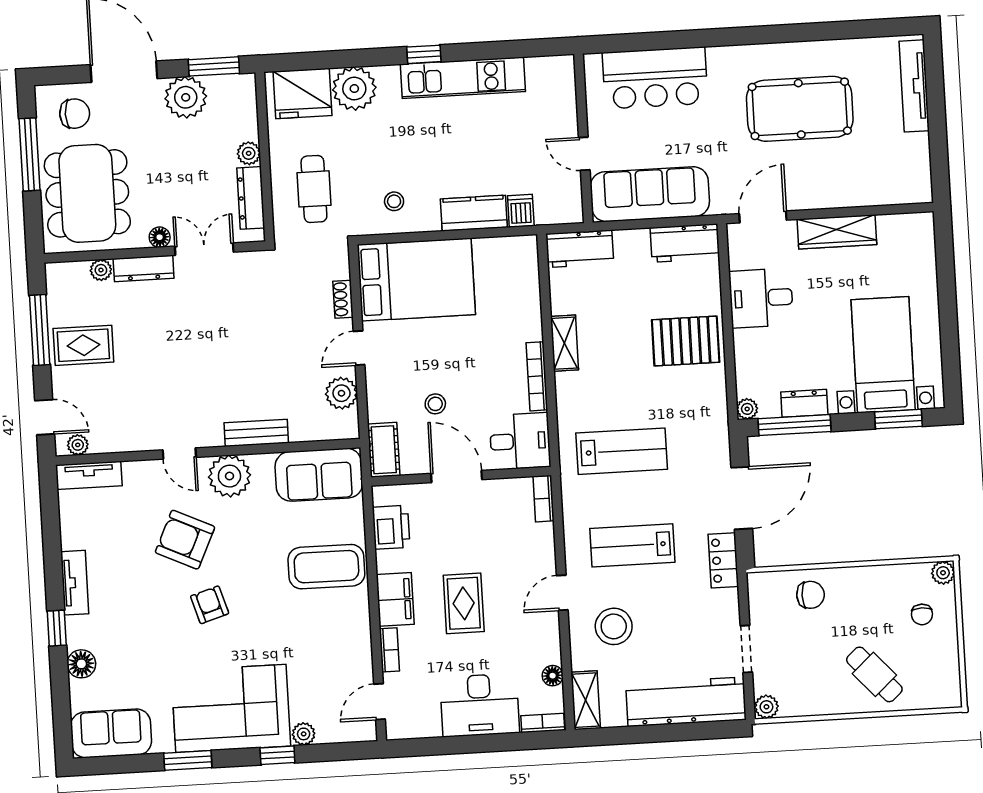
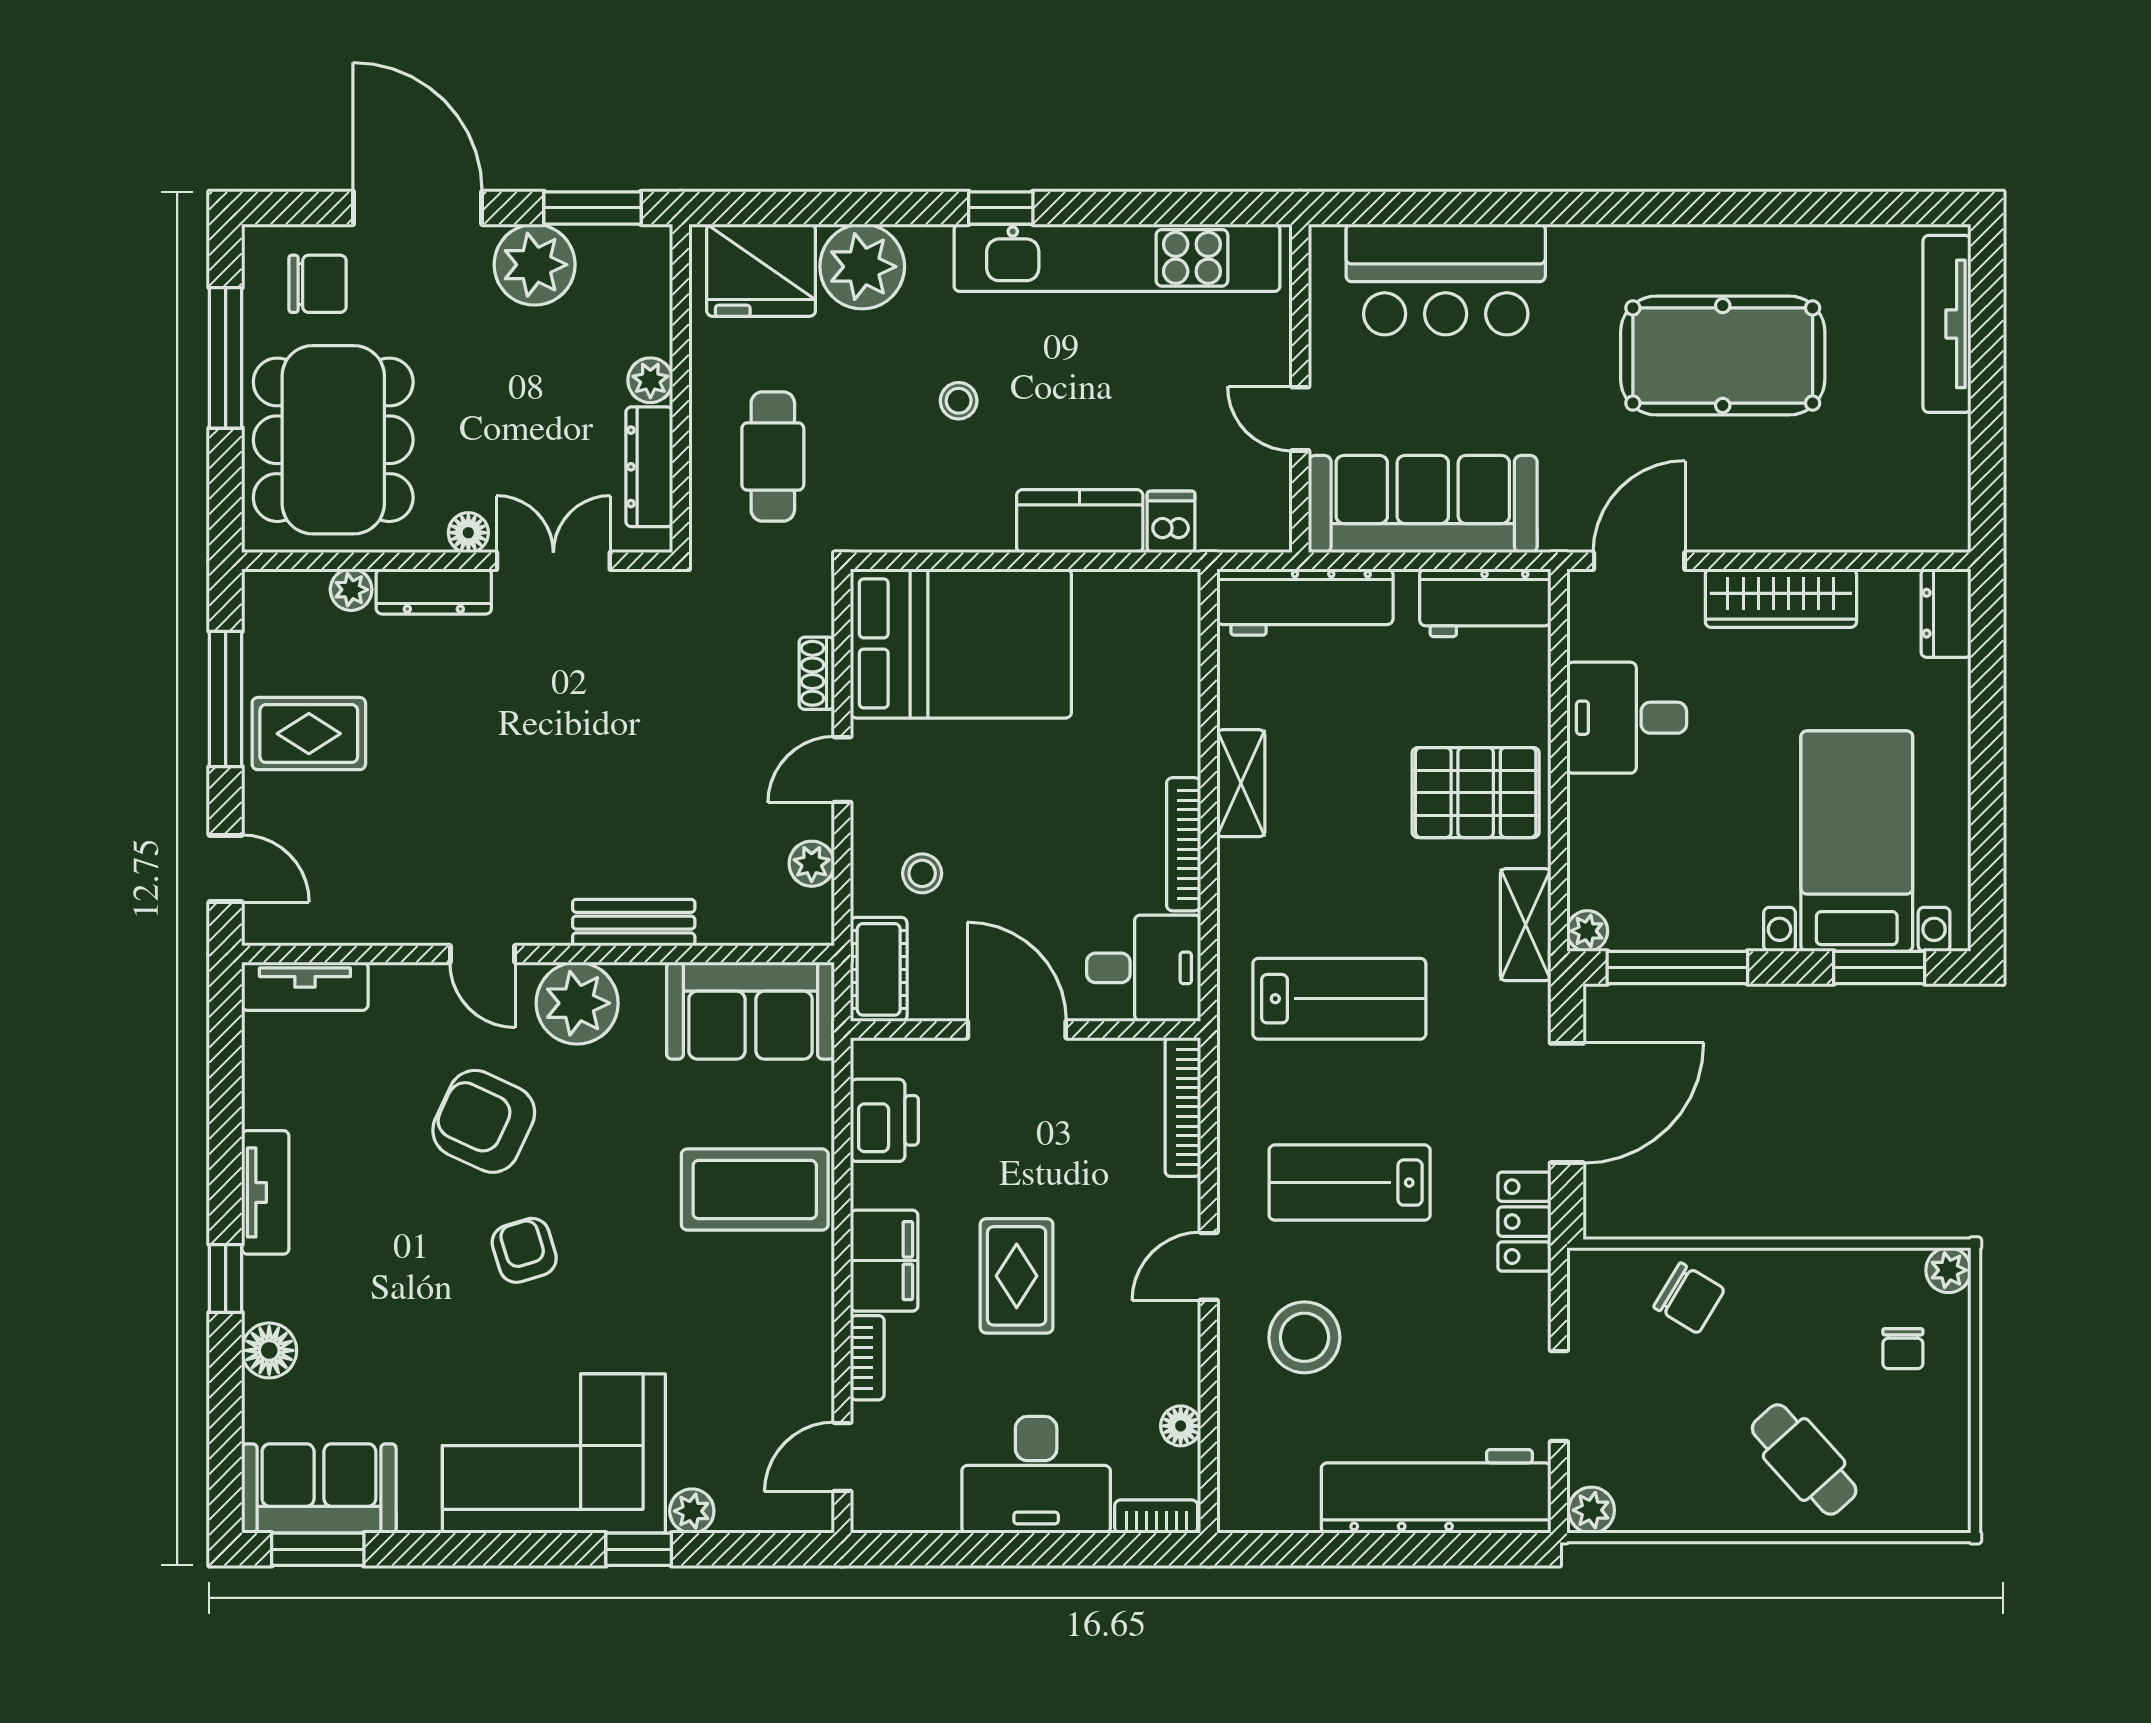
kitchen unit: (463, 78) -> (1117, 258), width x1.36
stool: (394, 201) -> (959, 401), moved
workbench: (580, 249) -> (1305, 602), width x1.38
plant: (341, 393) -> (812, 864), width x0.73, depth x0.73
dresser: (804, 403) -> (1946, 613), moved, turned -90
stool: (435, 404) -> (922, 873), moved
plant: (78, 445) -> (287, 926), removed
bookcase: (544, 499) -> (1183, 1107), width x1.56
chair: (810, 595) -> (1689, 1298), turned 31
shelving: (586, 700) -> (1526, 925), moved
window: (188, 760) -> (318, 1549), moved

